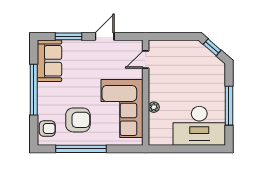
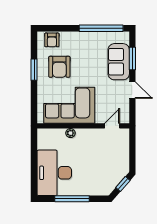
door: (146, 60) -> (112, 126), hinge flipped
sofa: (49, 61) -> (119, 62), moved, turned 90
window: (34, 90) -> (101, 28), moved
window: (81, 149) -> (34, 70), width x0.47

